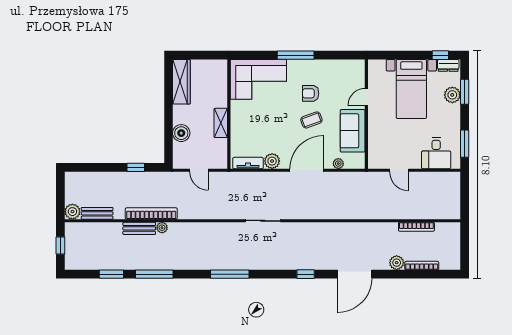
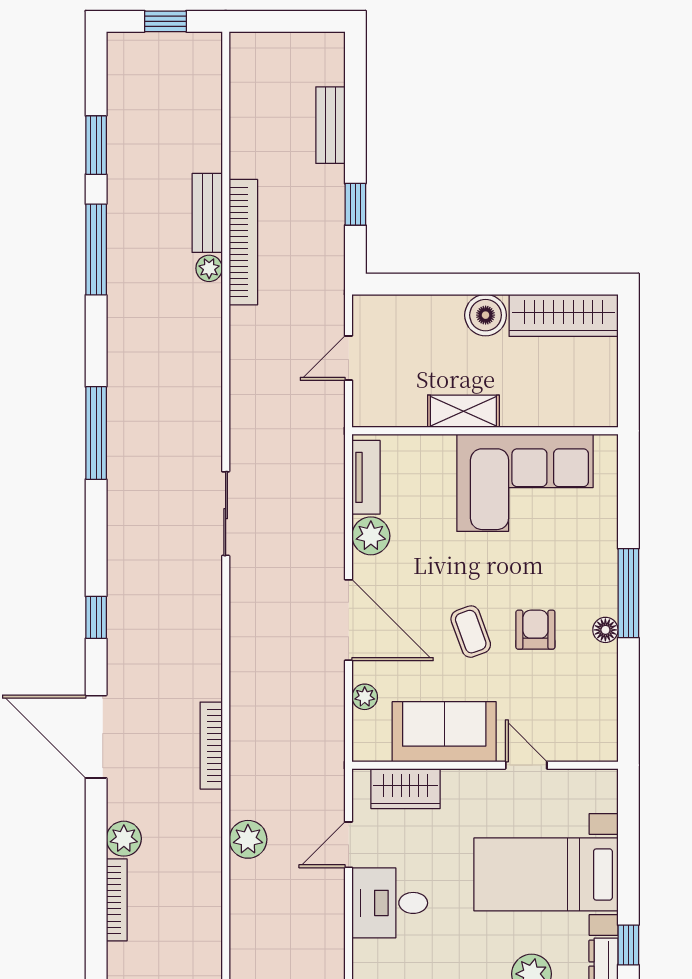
floor lamp: (311, 65) -> (605, 630), added
corner sofa: (258, 79) -> (525, 483), moved, turned -90
boiler: (181, 133) -> (486, 315), moved
wardrobe: (376, 147) -> (405, 789), added
desk: (436, 153) -> (390, 903), moved
plant: (72, 212) -> (248, 839), moved
bench: (97, 213) -> (330, 125), moved
bookcase: (416, 227) -> (211, 746), moved

